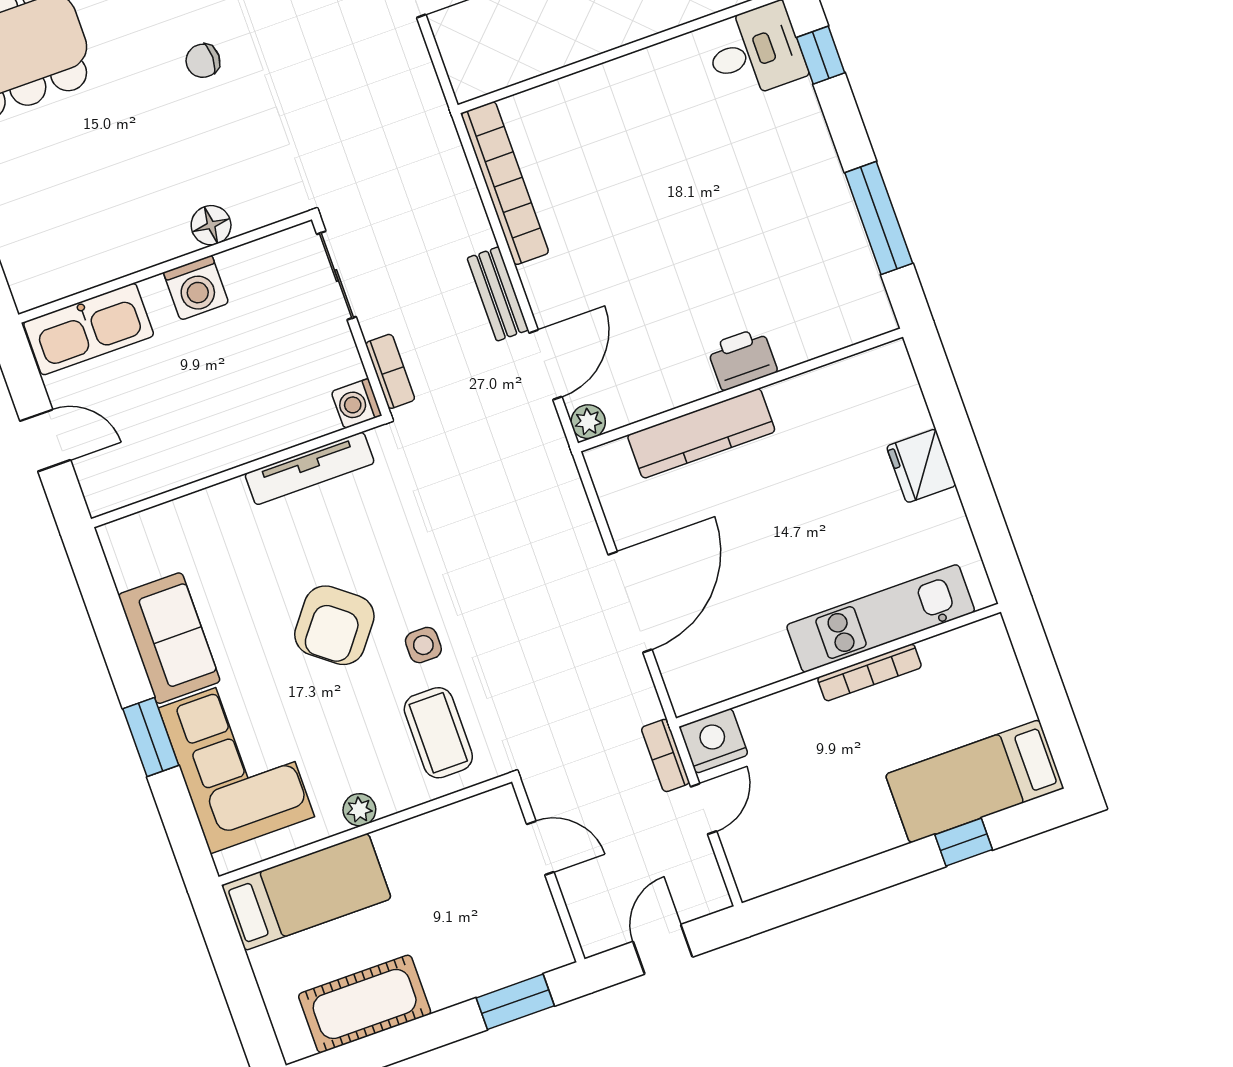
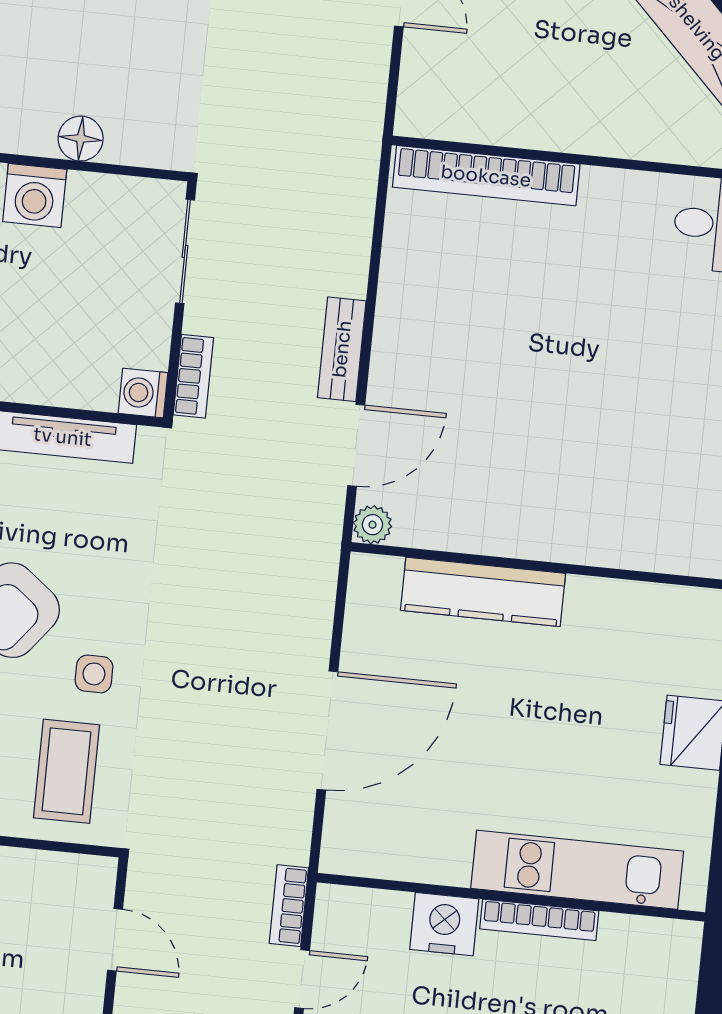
bookcase: (505, 183) -> (486, 176), moved, turned 90
printer: (742, 359) -> (561, 535), removed
nightstand: (714, 741) -> (444, 924), moved

